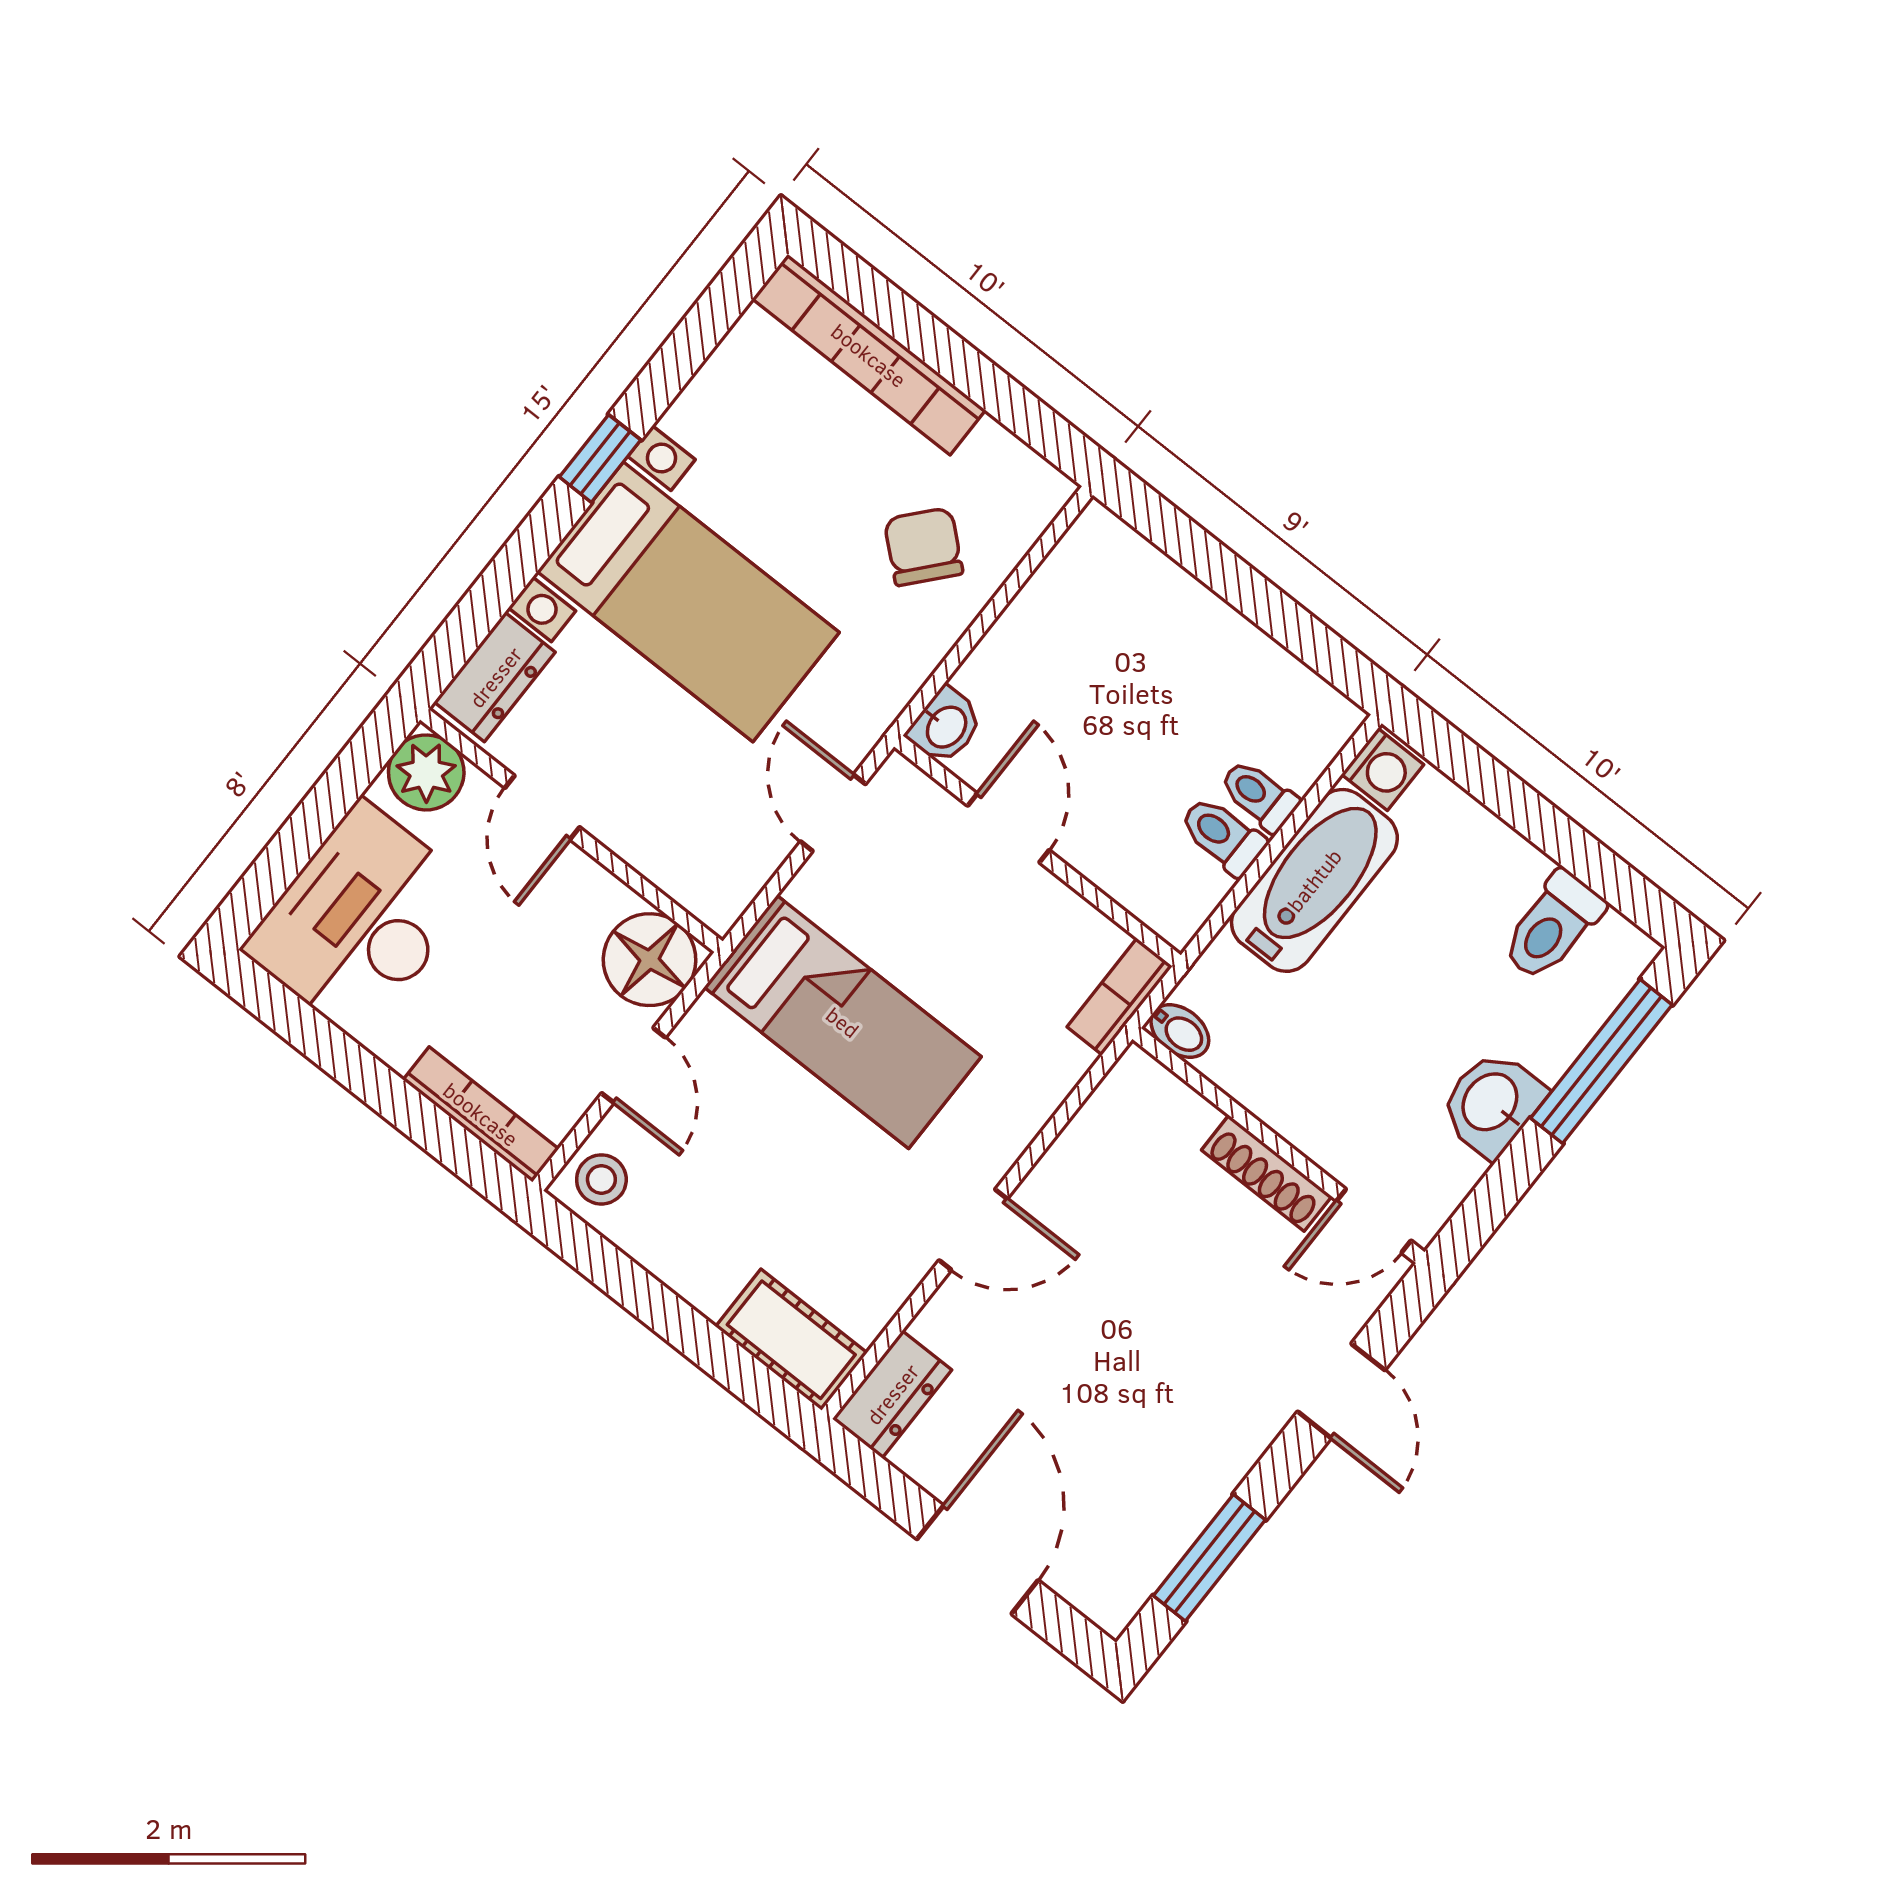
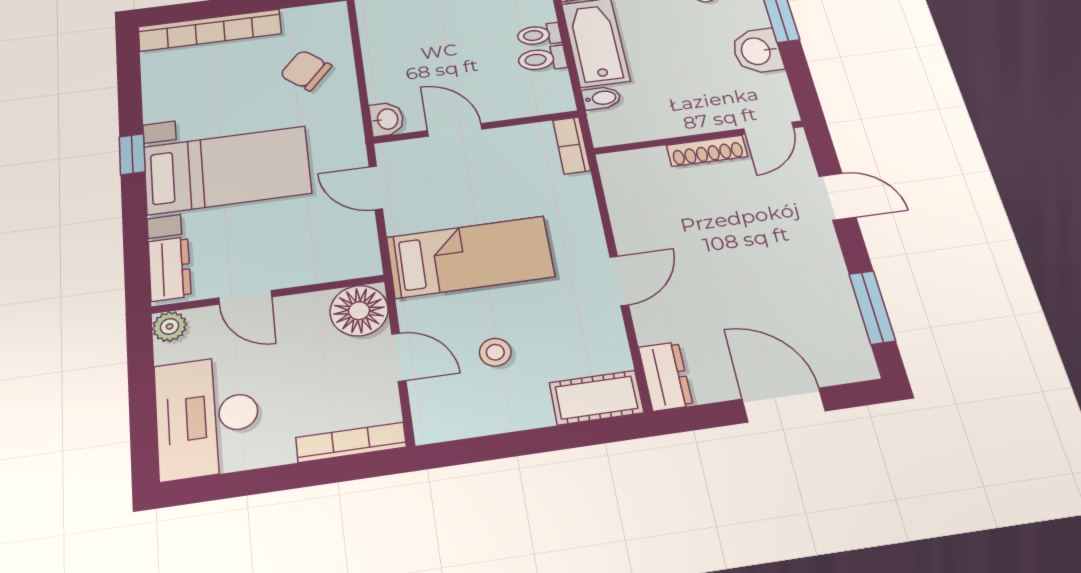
plant: (426, 772) -> (169, 326), width x0.73, depth x0.73
bidet: (1180, 1031) -> (601, 98), moved
stool: (601, 1179) -> (495, 352), moved

